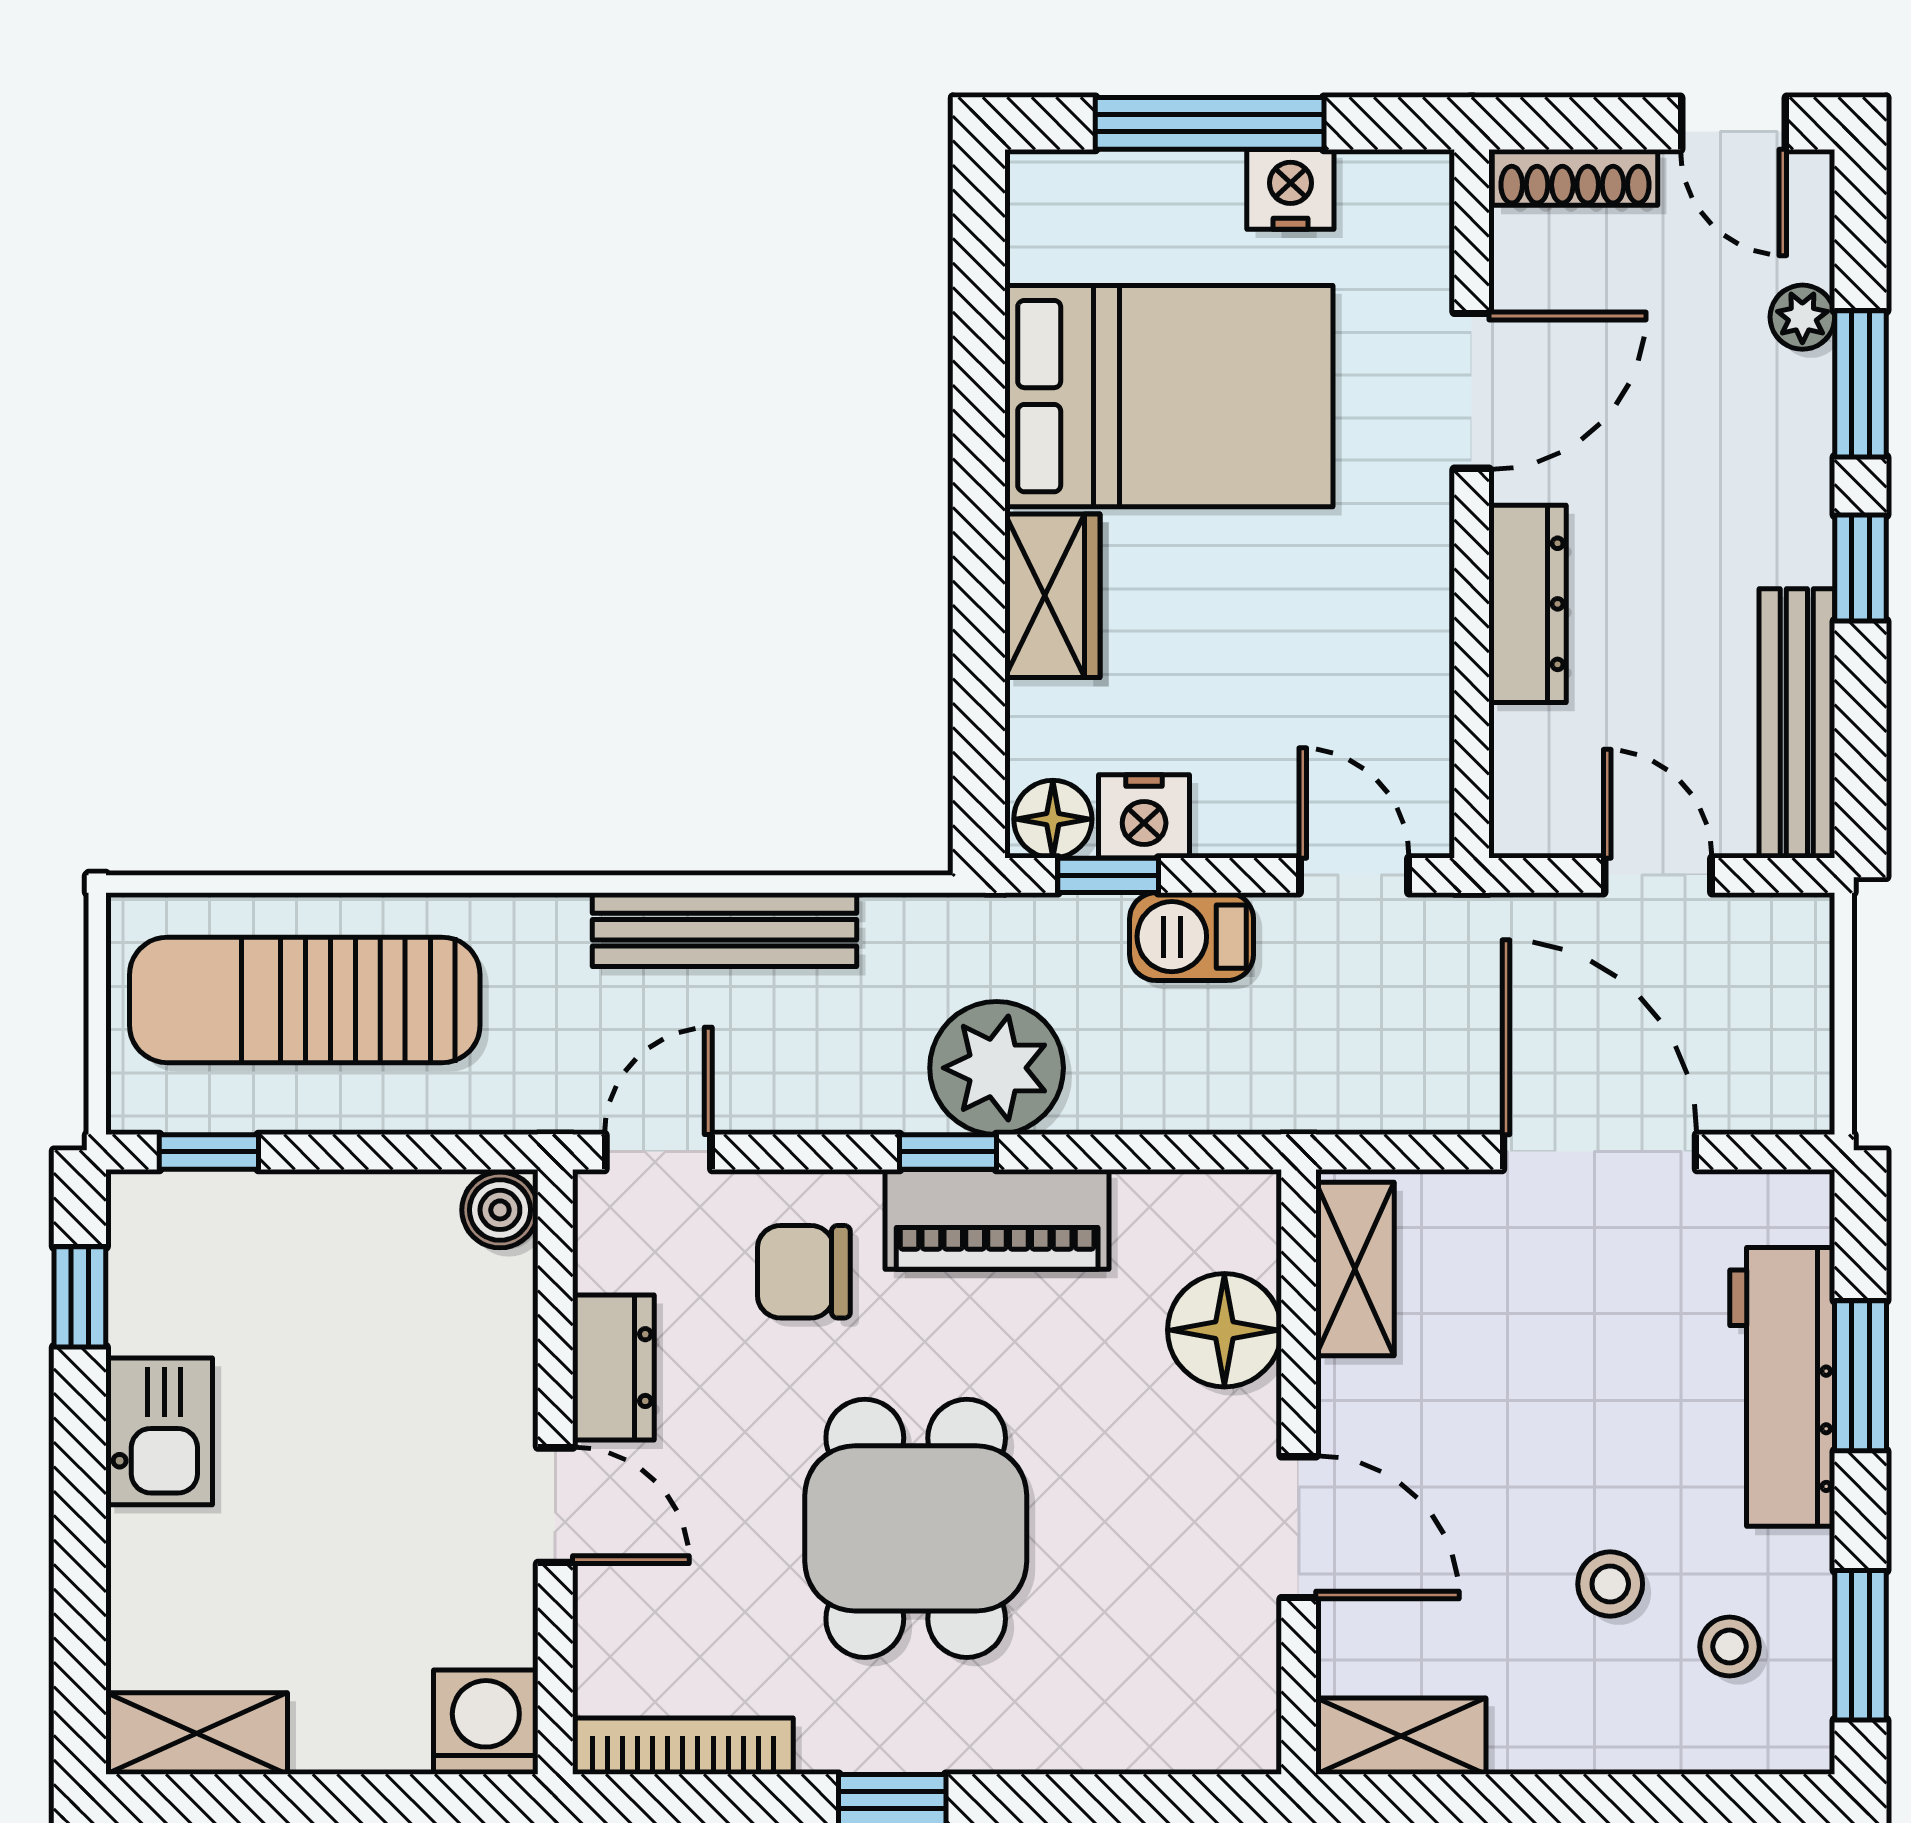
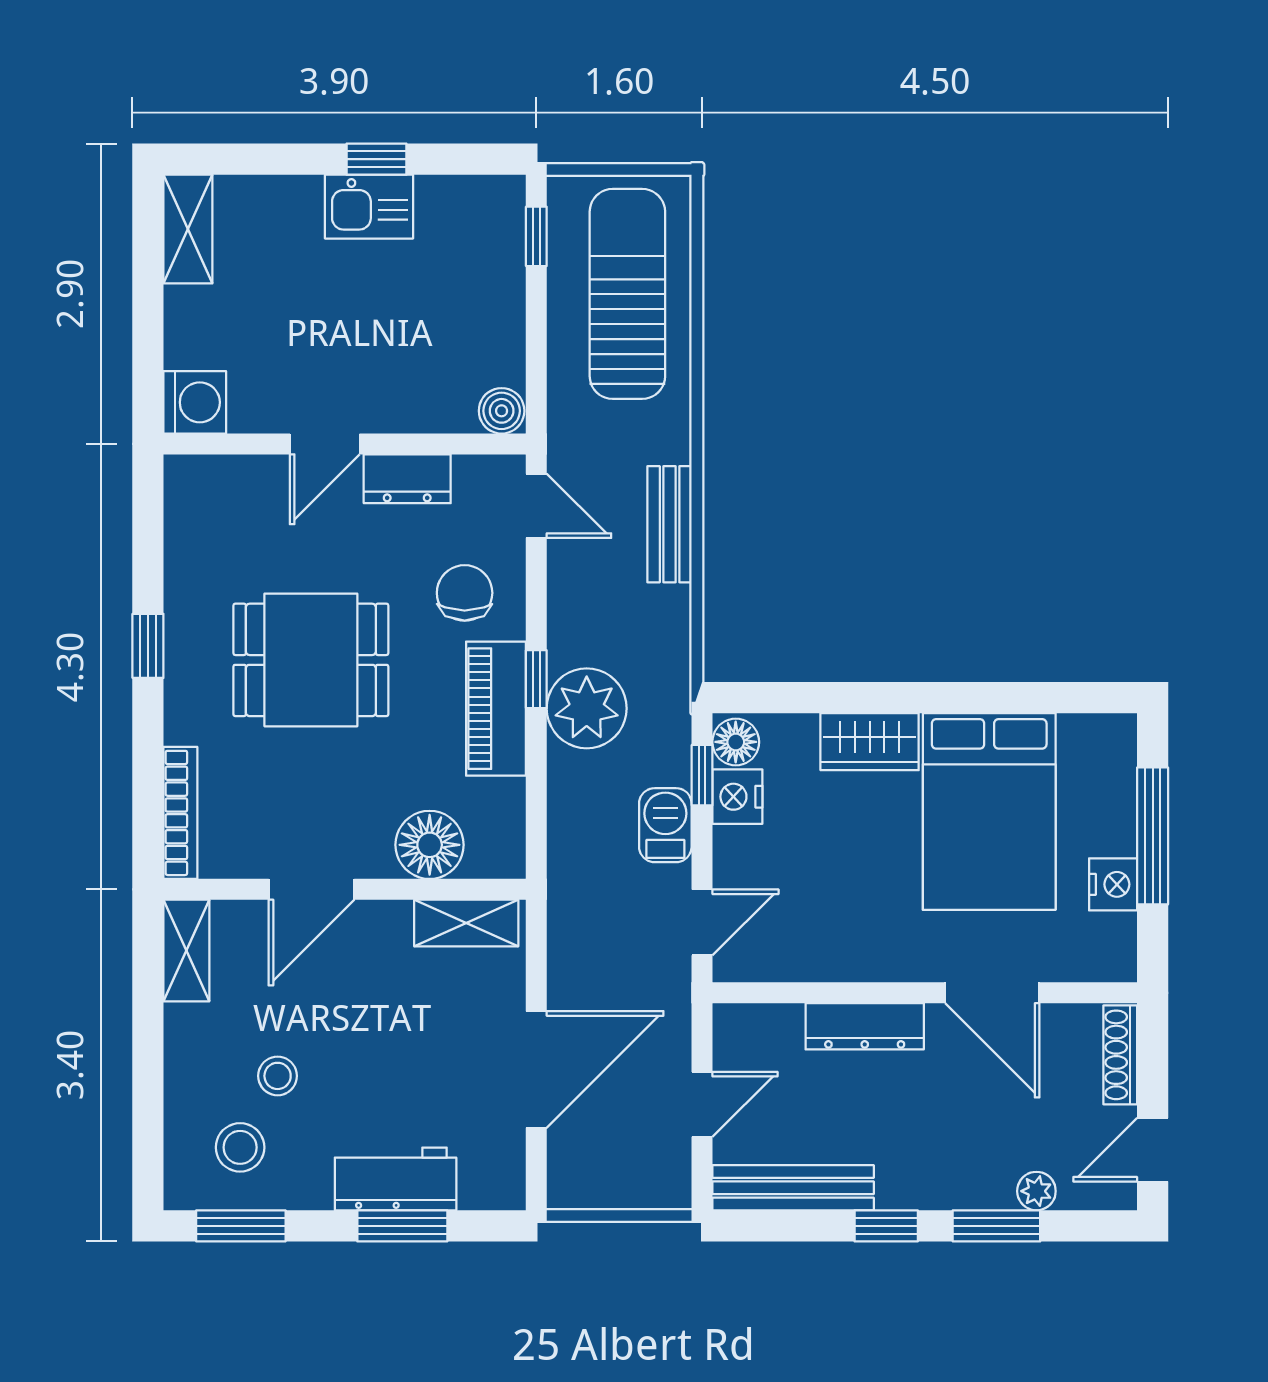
bench: (725, 930) -> (670, 524), width x0.73
window: (80, 1297) -> (377, 159), moved
workbench: (1782, 1387) -> (396, 1179), width x0.73
stool: (1729, 1647) -> (240, 1147), width x1.37, depth x1.37
bookcase: (683, 1746) -> (180, 813), moved

